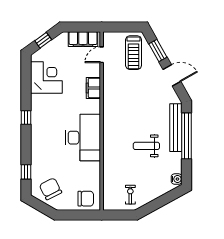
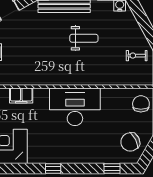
weight bench: (146, 146) -> (84, 38), turned -90

